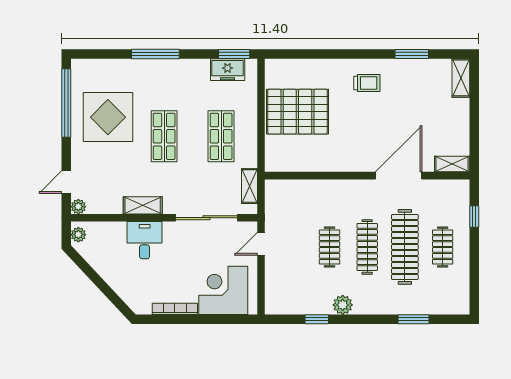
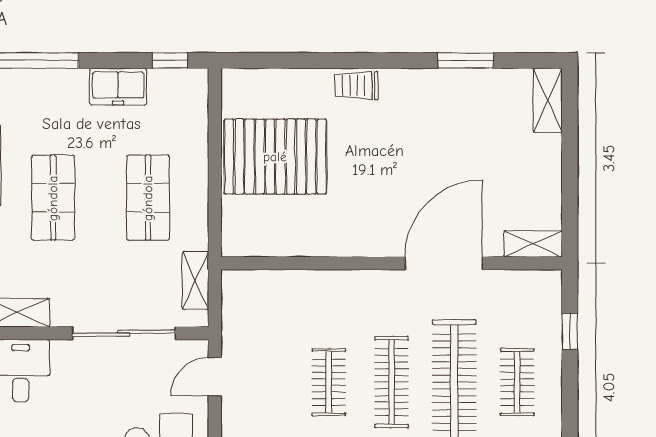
window: (234, 54) -> (170, 60), width x0.67
freezer: (228, 70) -> (118, 86), moved
trolley: (367, 83) -> (357, 86), moved, turned 180

